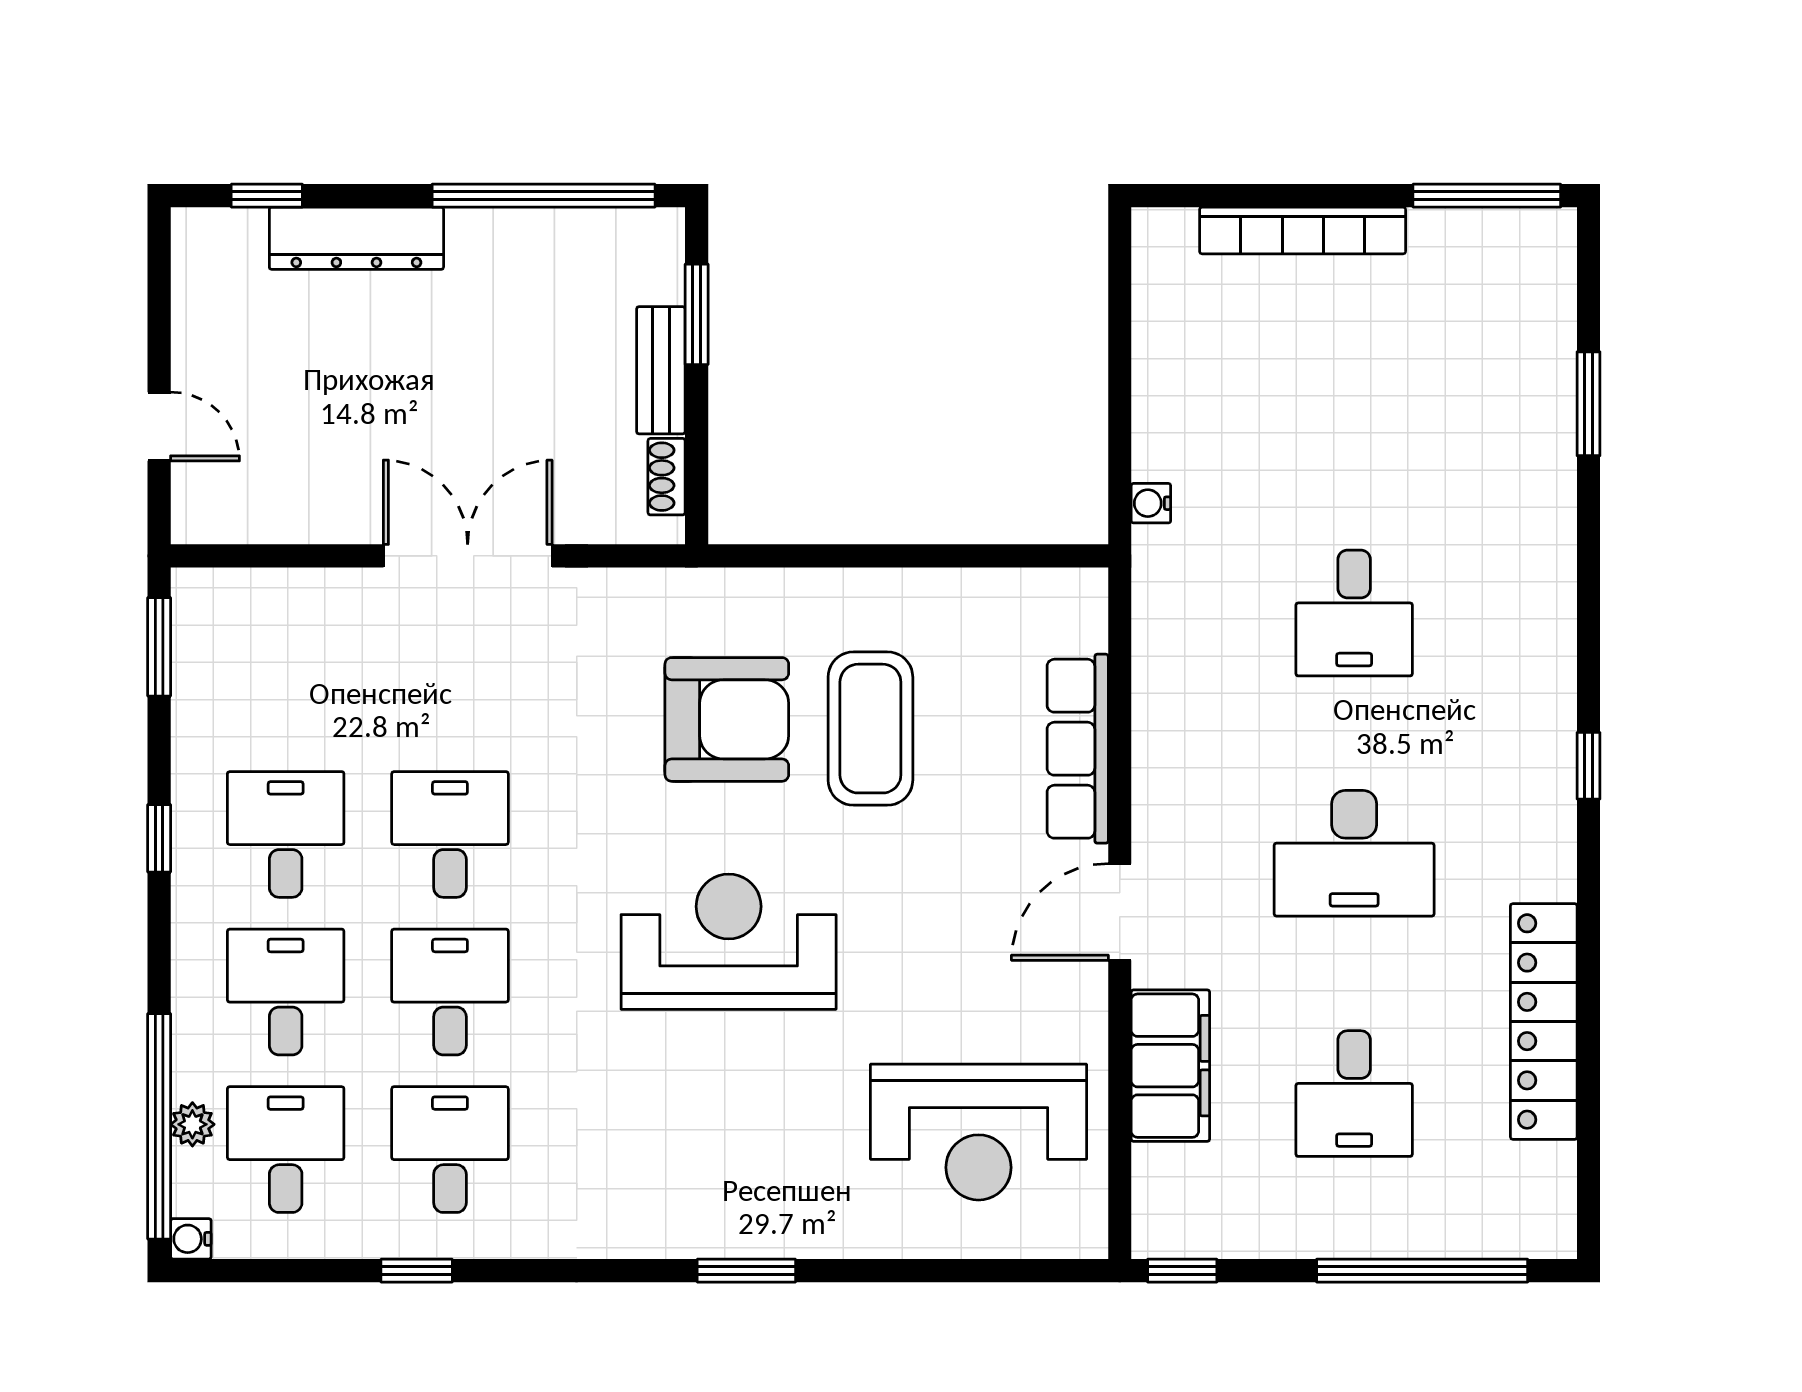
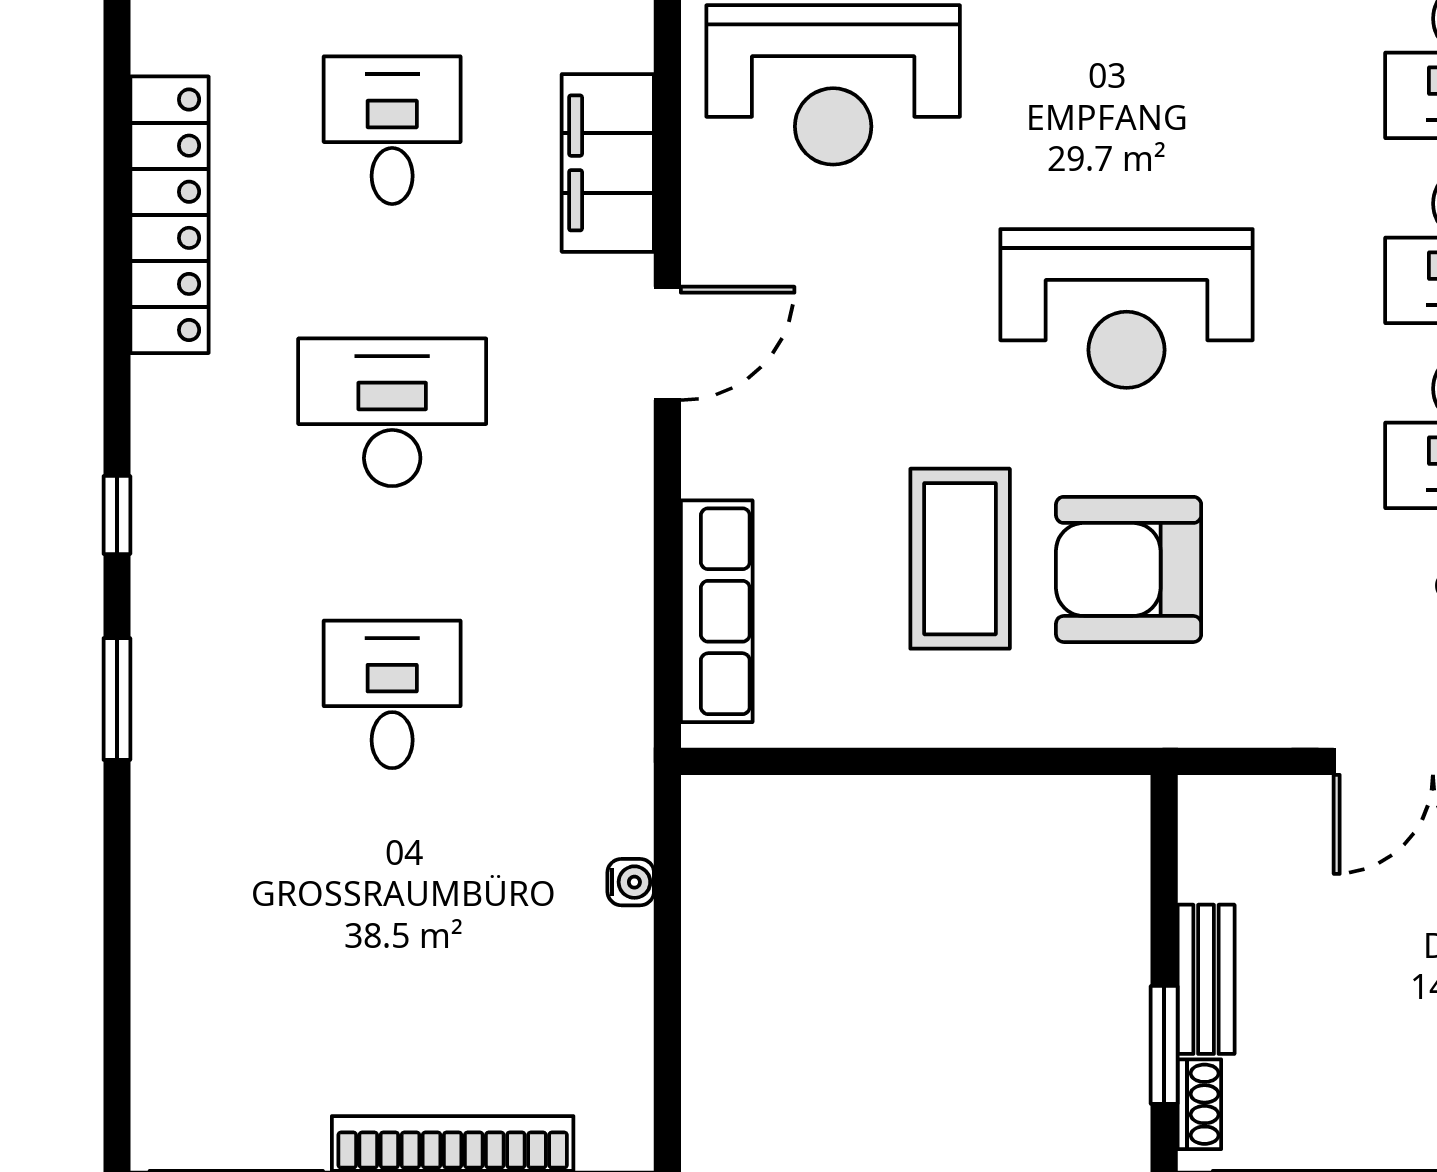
window: (1589, 404) -> (117, 699), moved
shoe rack: (667, 477) -> (1199, 1104), moved
water cooler: (1151, 503) -> (631, 882), moved
row of seats: (1078, 749) -> (717, 611), moved
reception desk: (978, 1132) -> (833, 85), turned 180

